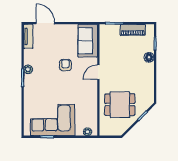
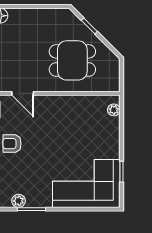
dining table: (120, 105) -> (72, 60), turned 90
corner sofa: (53, 120) -> (86, 183), moved, turned 90

